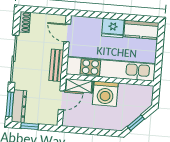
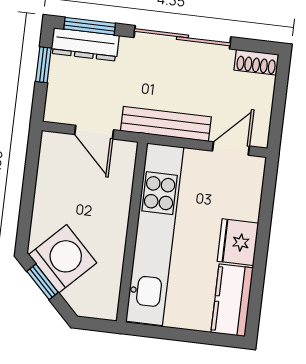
bench: (56, 65) -> (166, 124), width x1.36
shelving: (79, 86) -> (122, 168), removed
washing machine: (105, 94) -> (63, 259), moved, turned 135

